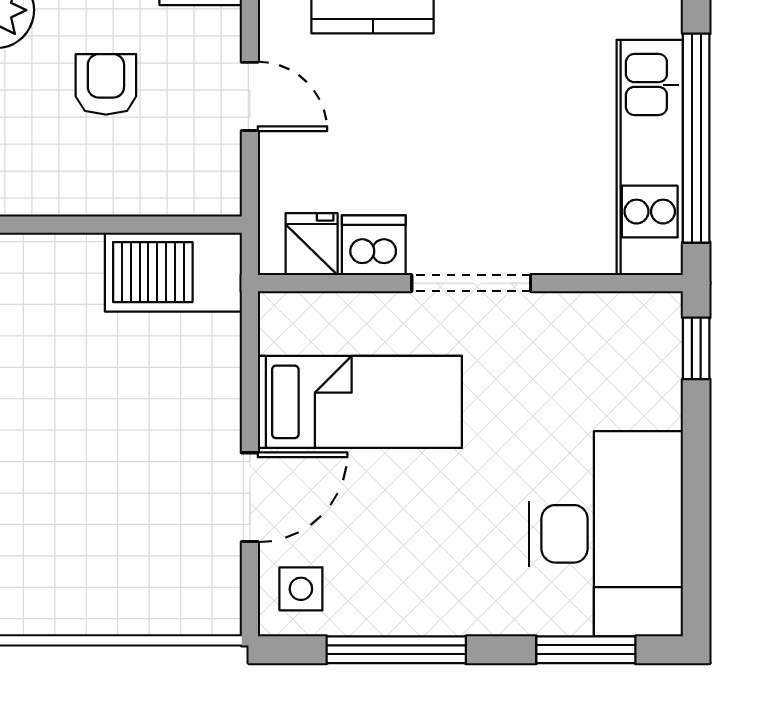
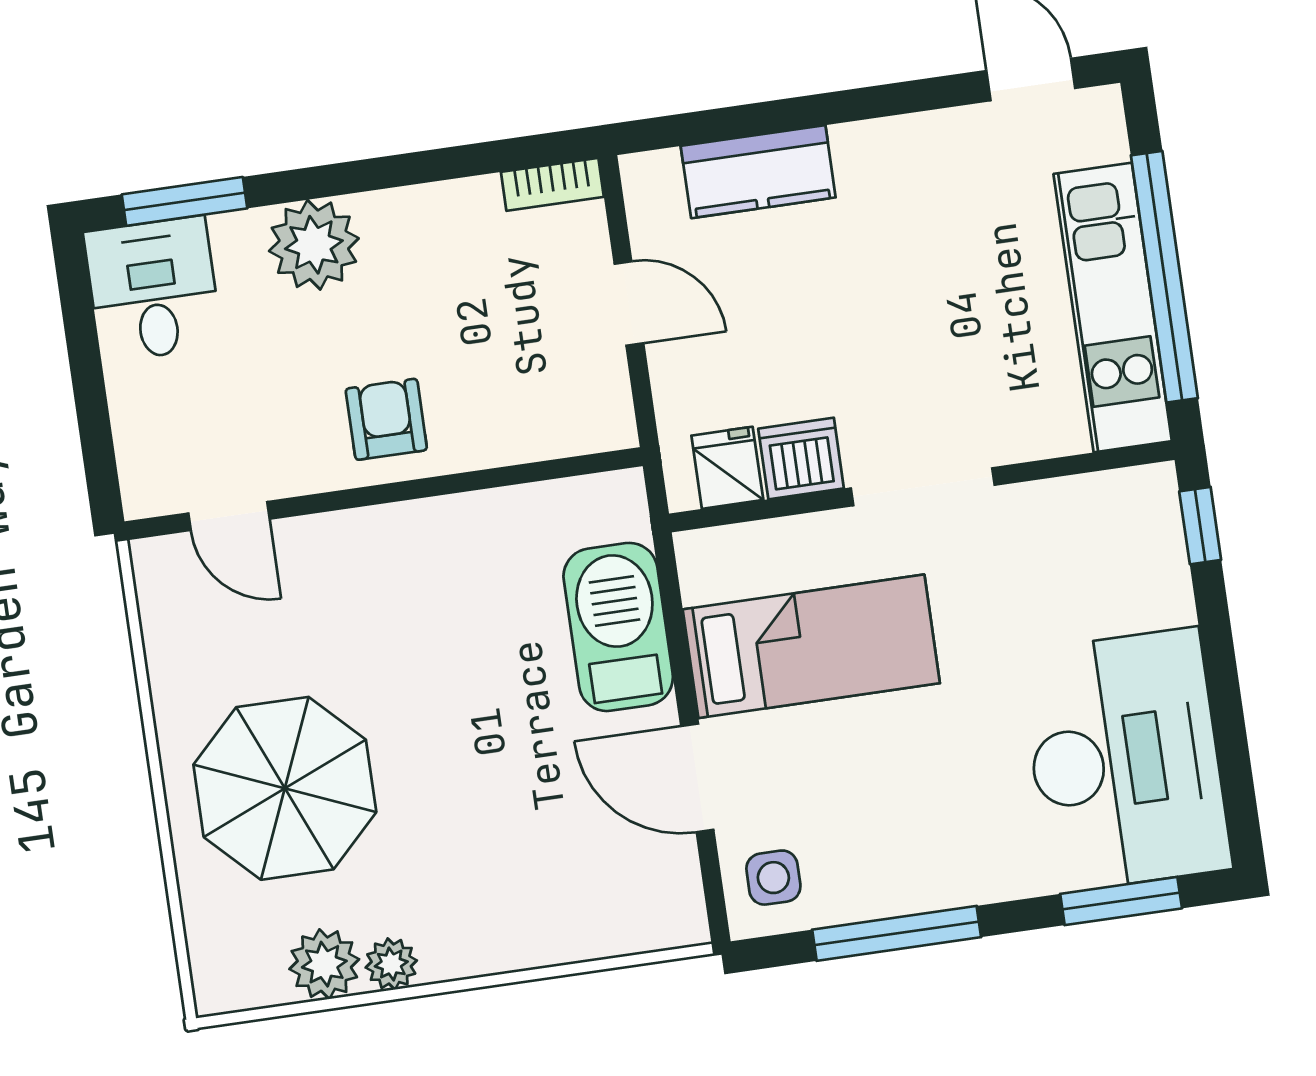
armchair: (106, 84) -> (386, 419), moved
barbecue: (173, 272) -> (618, 627), moved, turned 90
door: (250, 497) -> (697, 778), swing flipped

